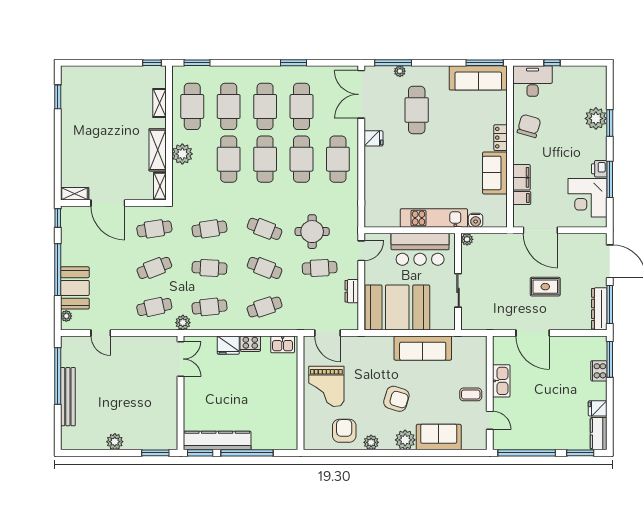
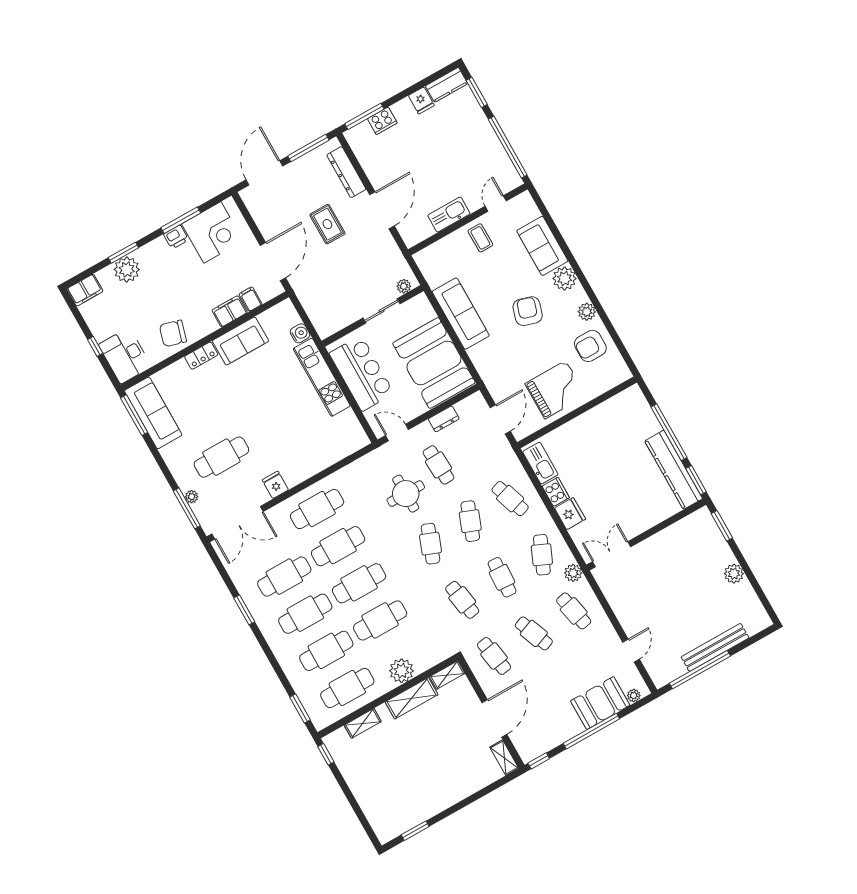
filing cabinet: (598, 79) -> (85, 290), added
plant: (467, 239) -> (404, 286), moved
cafe table: (209, 307) -> (542, 555), turned 30
dresser: (599, 309) -> (346, 172), moved, turned 90
kitchen sink: (283, 344) -> (540, 463), width x1.38

